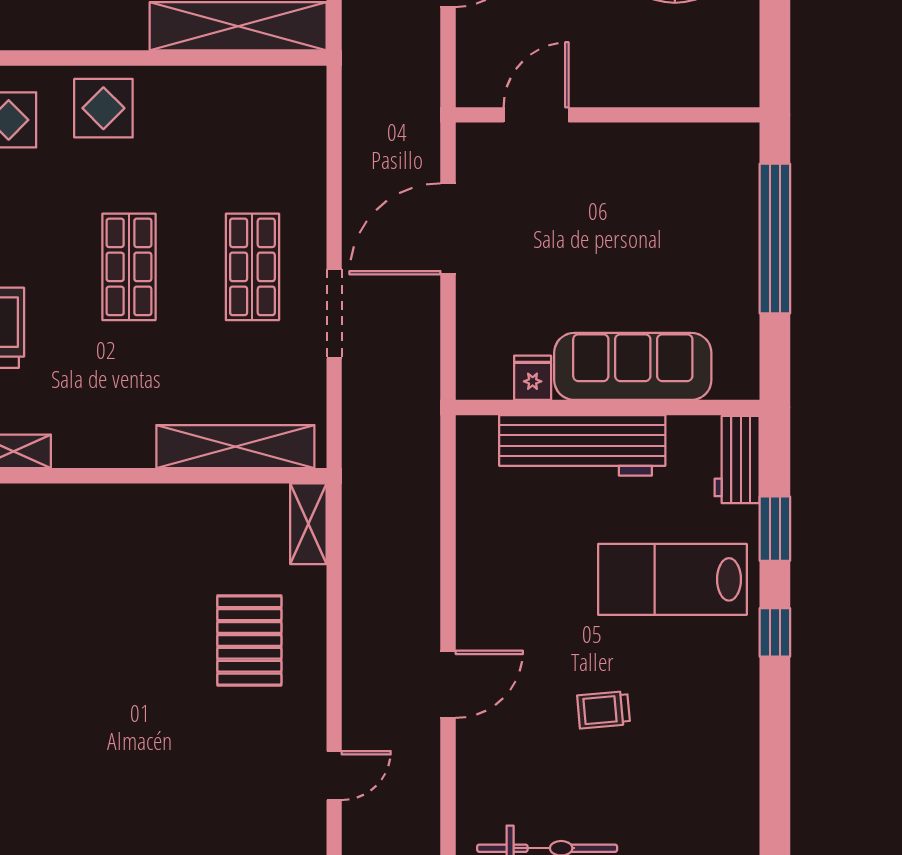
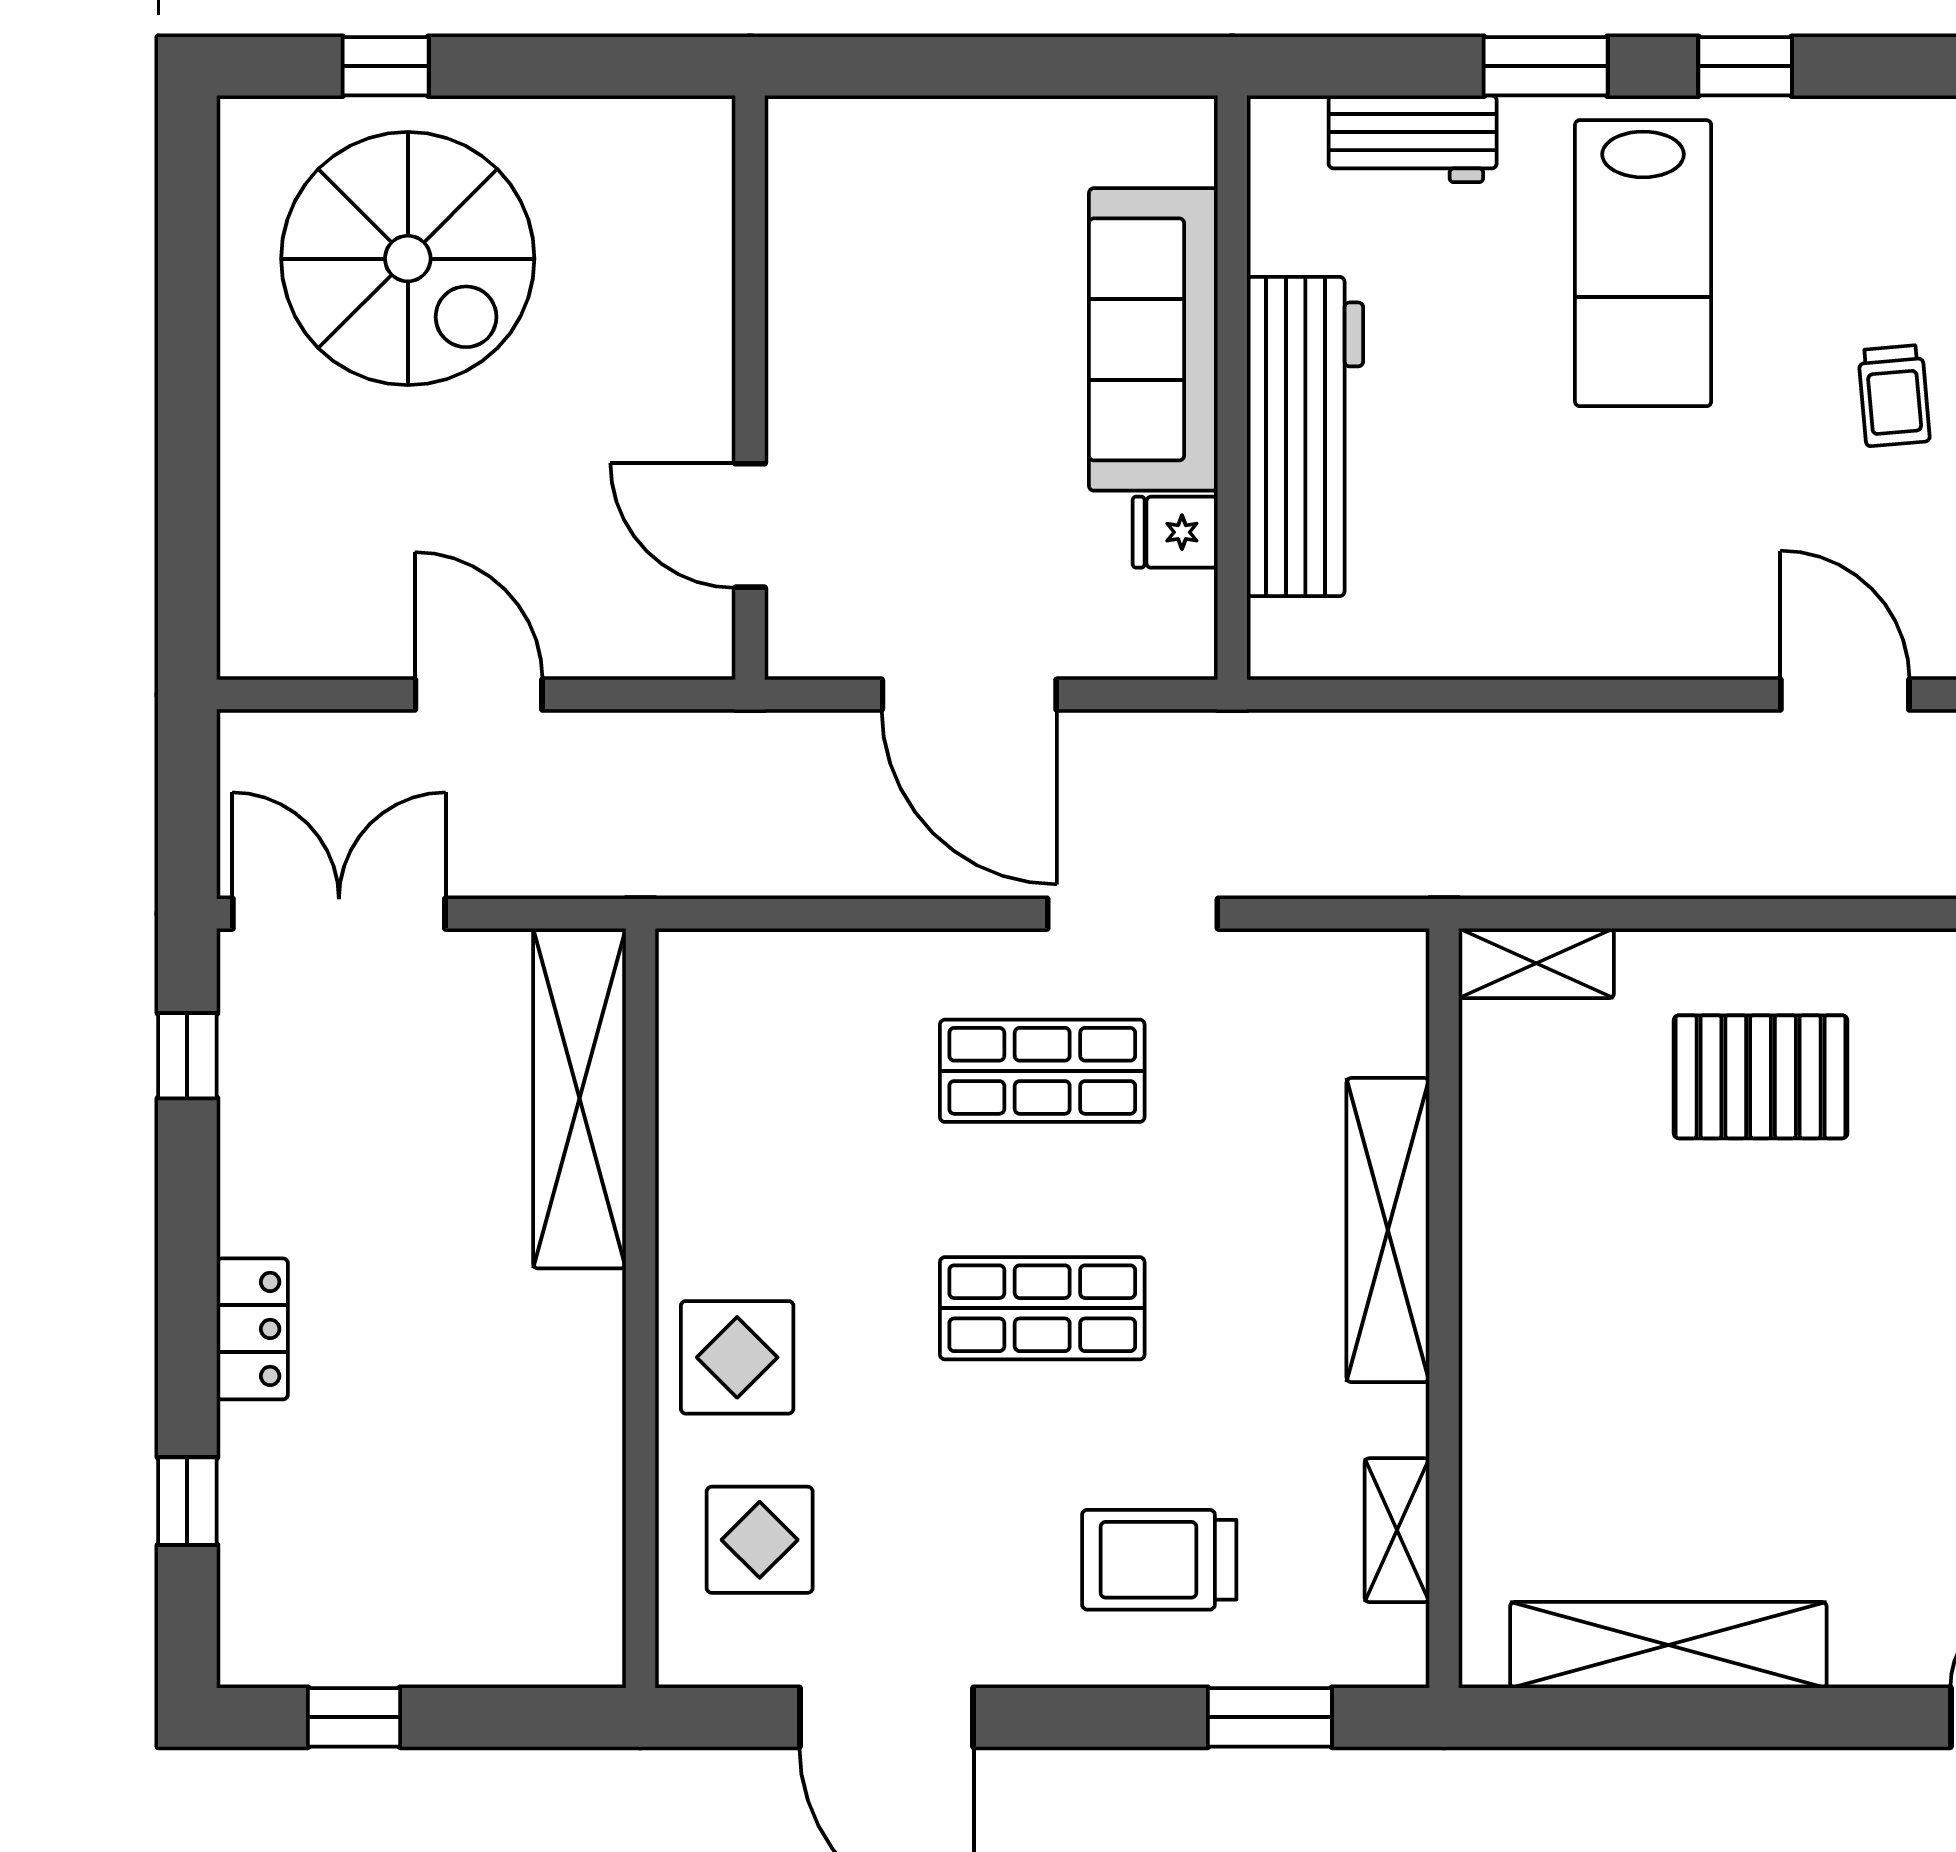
window: (775, 239) -> (988, 66), removed
sofa: (633, 366) -> (1153, 339), moved
fridge: (533, 378) -> (1175, 532), moved
wall: (608, 407) -> (1232, 388), moved
workbench: (582, 445) -> (1305, 437), moved
shelving: (235, 447) -> (1388, 1230), moved

